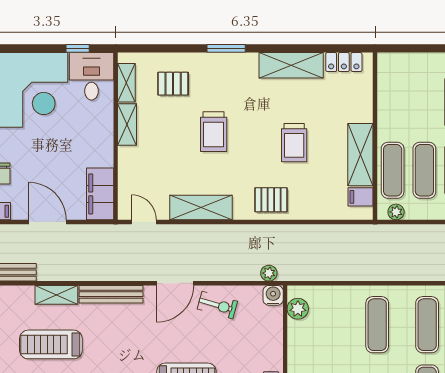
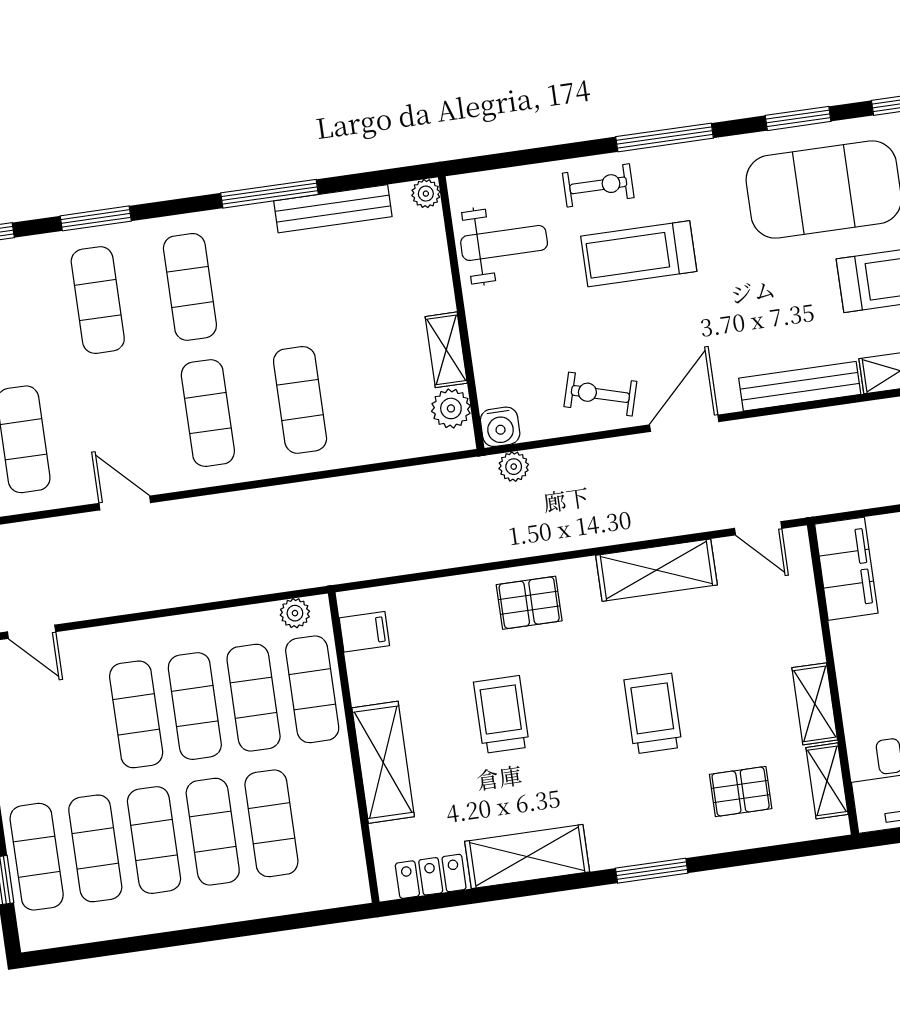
exercise mat: (424, 102) -> (271, 823), added
shelving: (360, 155) -> (383, 762), moved
shelving: (296, 340) -> (446, 350), added

